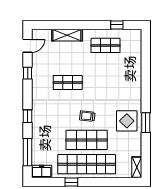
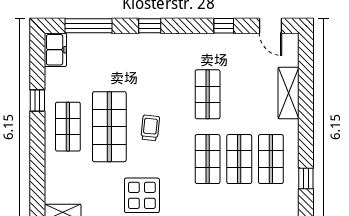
shop shelf: (106, 64) -> (239, 159), added
shop shelf: (106, 82) -> (208, 159), added
shop shelf: (87, 164) -> (68, 127), width x0.50, depth x0.74

